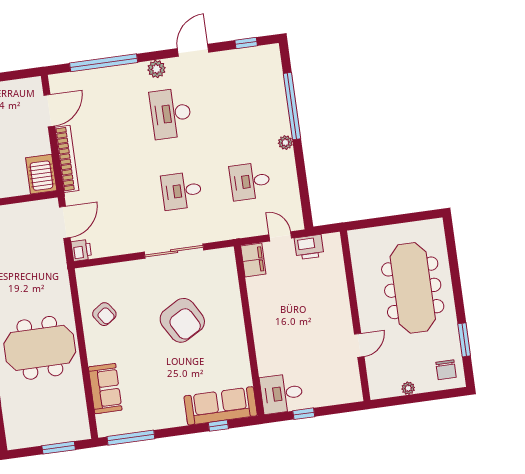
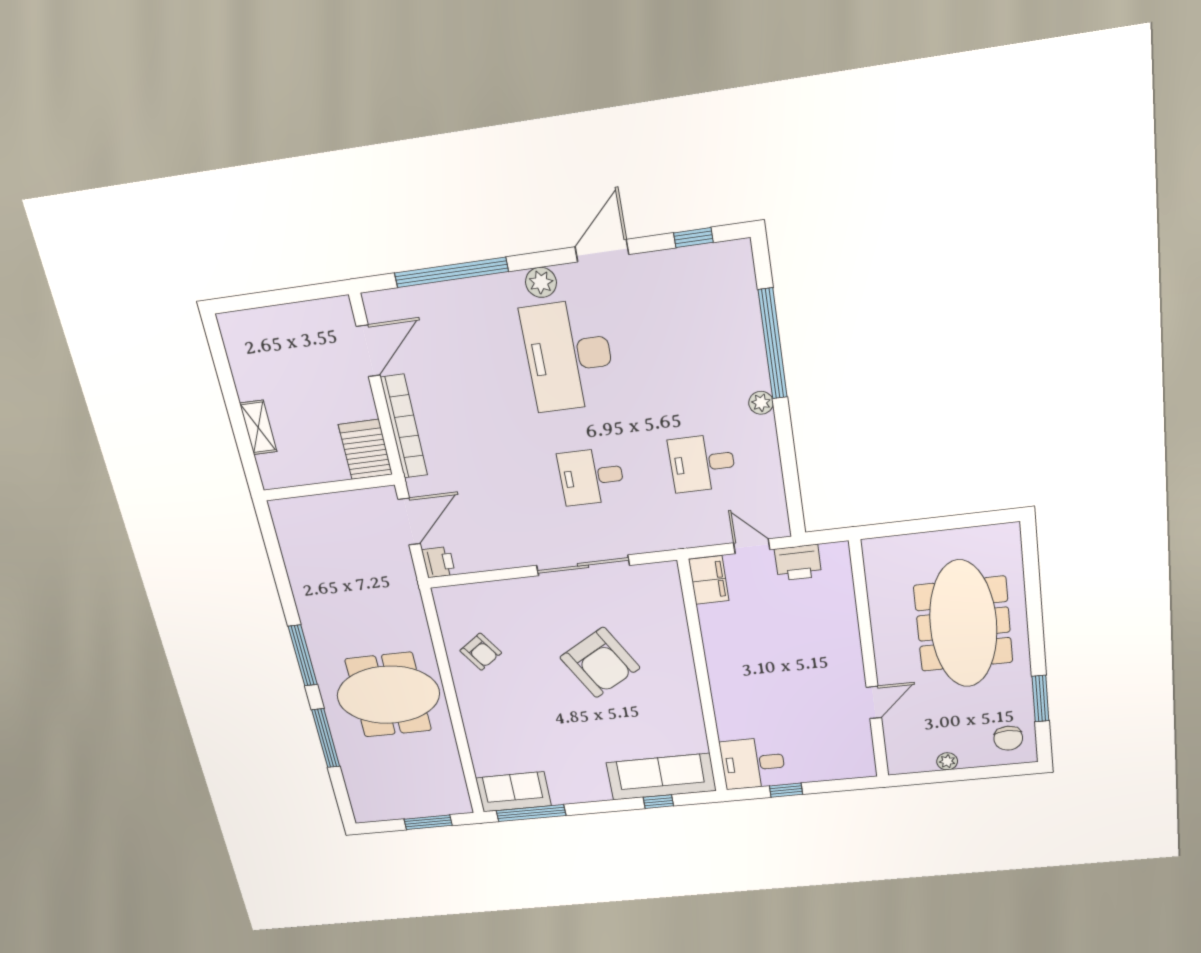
desk: (171, 114) -> (569, 356), width x1.36, depth x1.30
sofa: (105, 389) -> (513, 792), moved, turned -90

